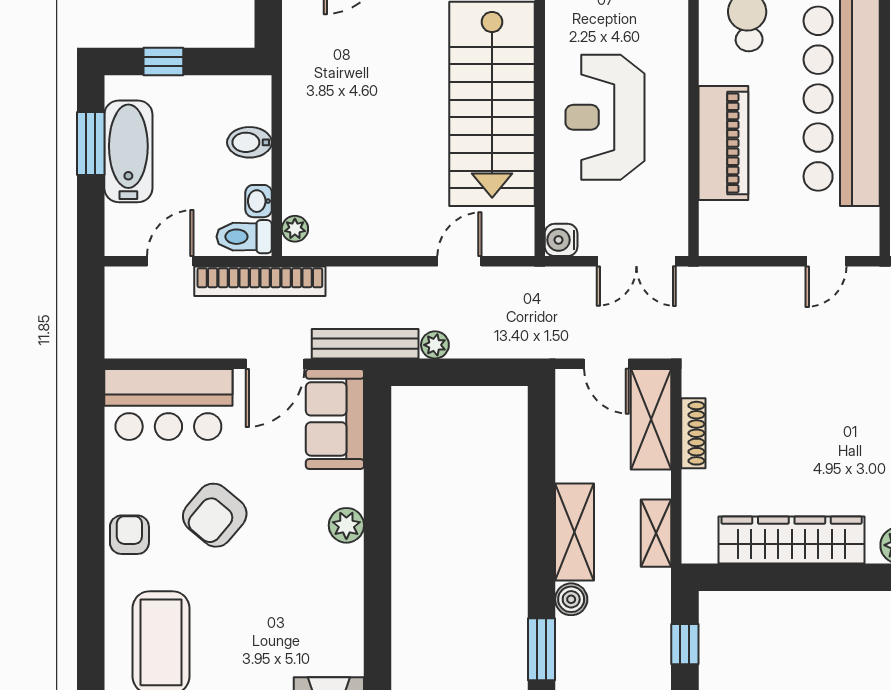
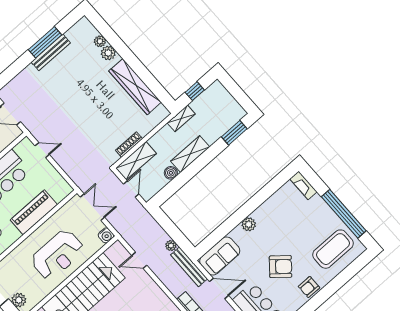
shelving: (656, 533) -> (181, 118), moved
boiler: (571, 599) -> (171, 173), moved

